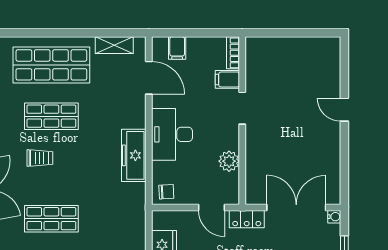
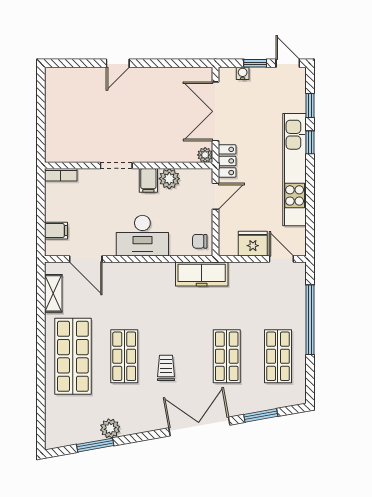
door: (149, 78) -> (86, 259), swing flipped
filing cabinet: (227, 79) -> (148, 180), moved
freezer: (134, 155) -> (202, 274), moved
chair: (166, 192) -> (200, 241), turned -87
plant: (253, 197) -> (205, 155), added
water cooler: (334, 217) -> (243, 73), moved

